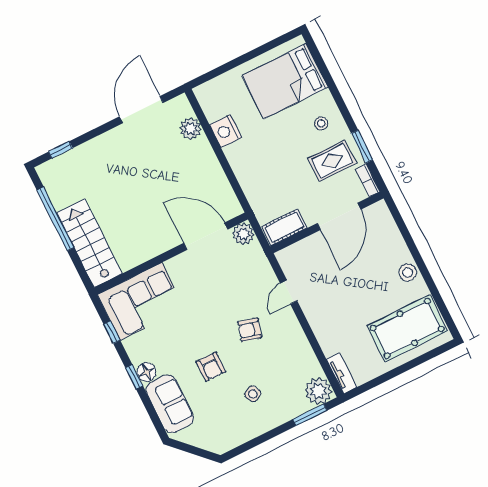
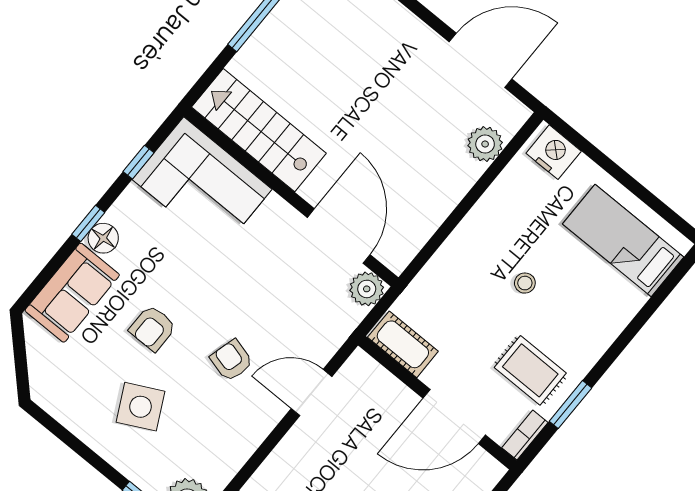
bed: (285, 81) -> (623, 240), width x0.67
stool: (321, 123) -> (525, 283), moved
nightstand: (226, 131) -> (554, 152), moved, turned 90
stairs: (89, 243) -> (259, 130), moved, turned -90
door: (289, 292) -> (312, 393), width x1.38
side table: (253, 394) -> (141, 407), width x1.87, depth x1.87

